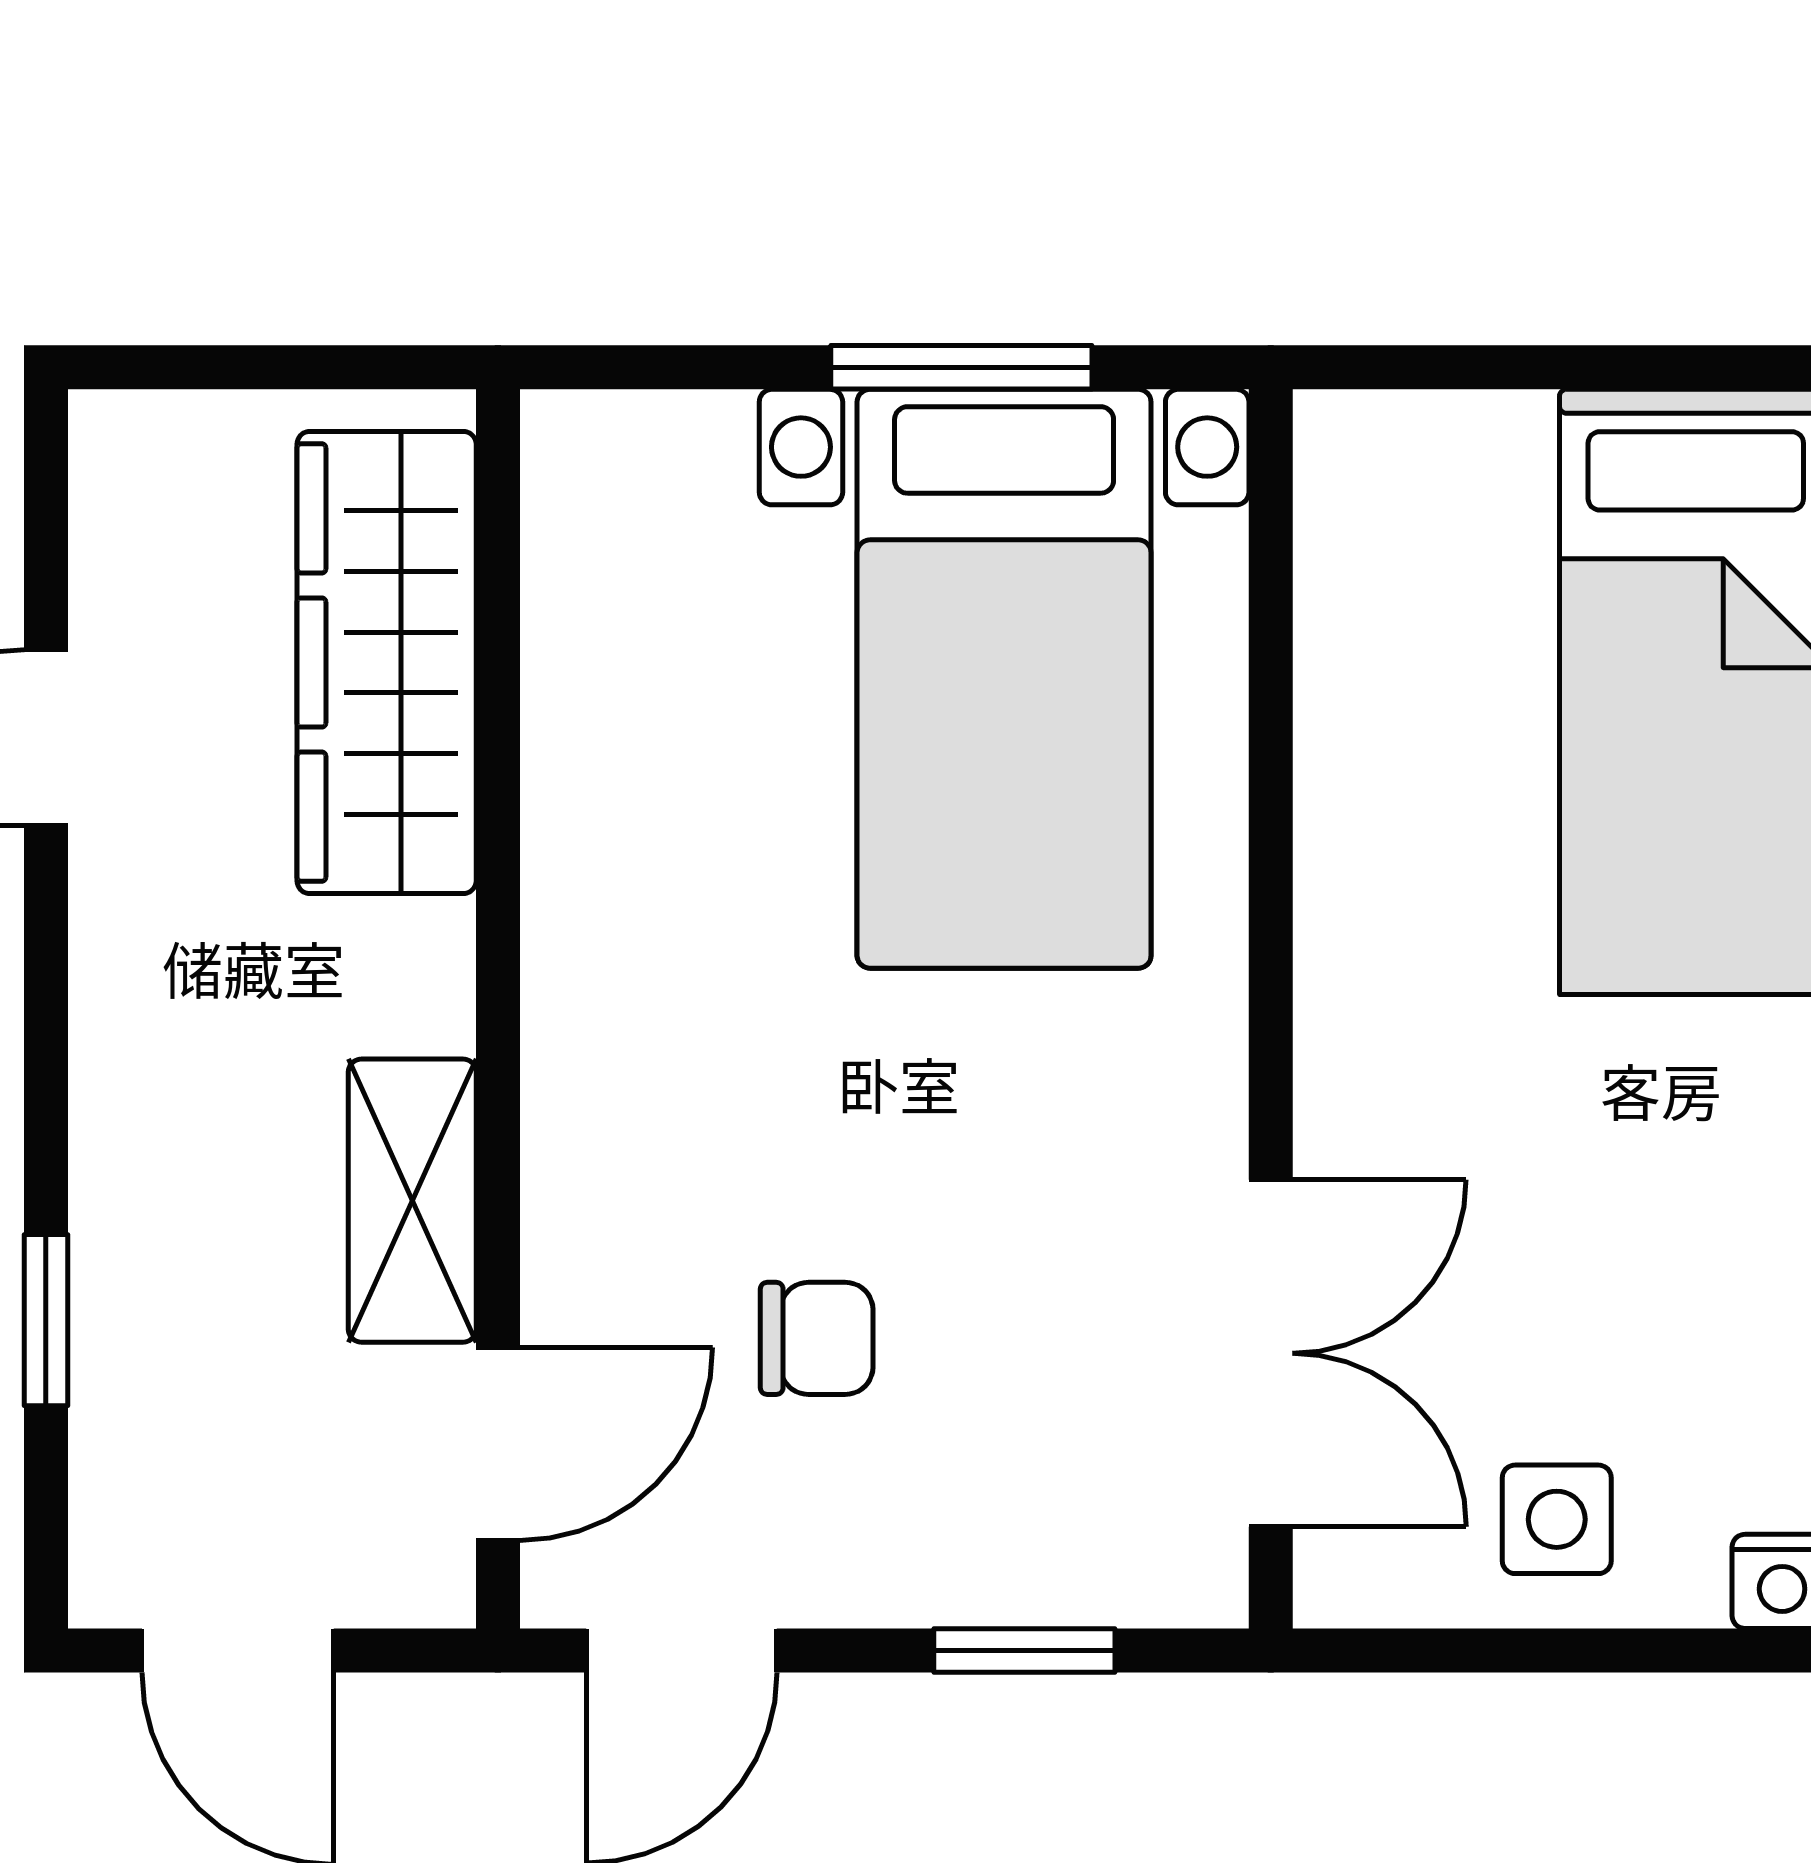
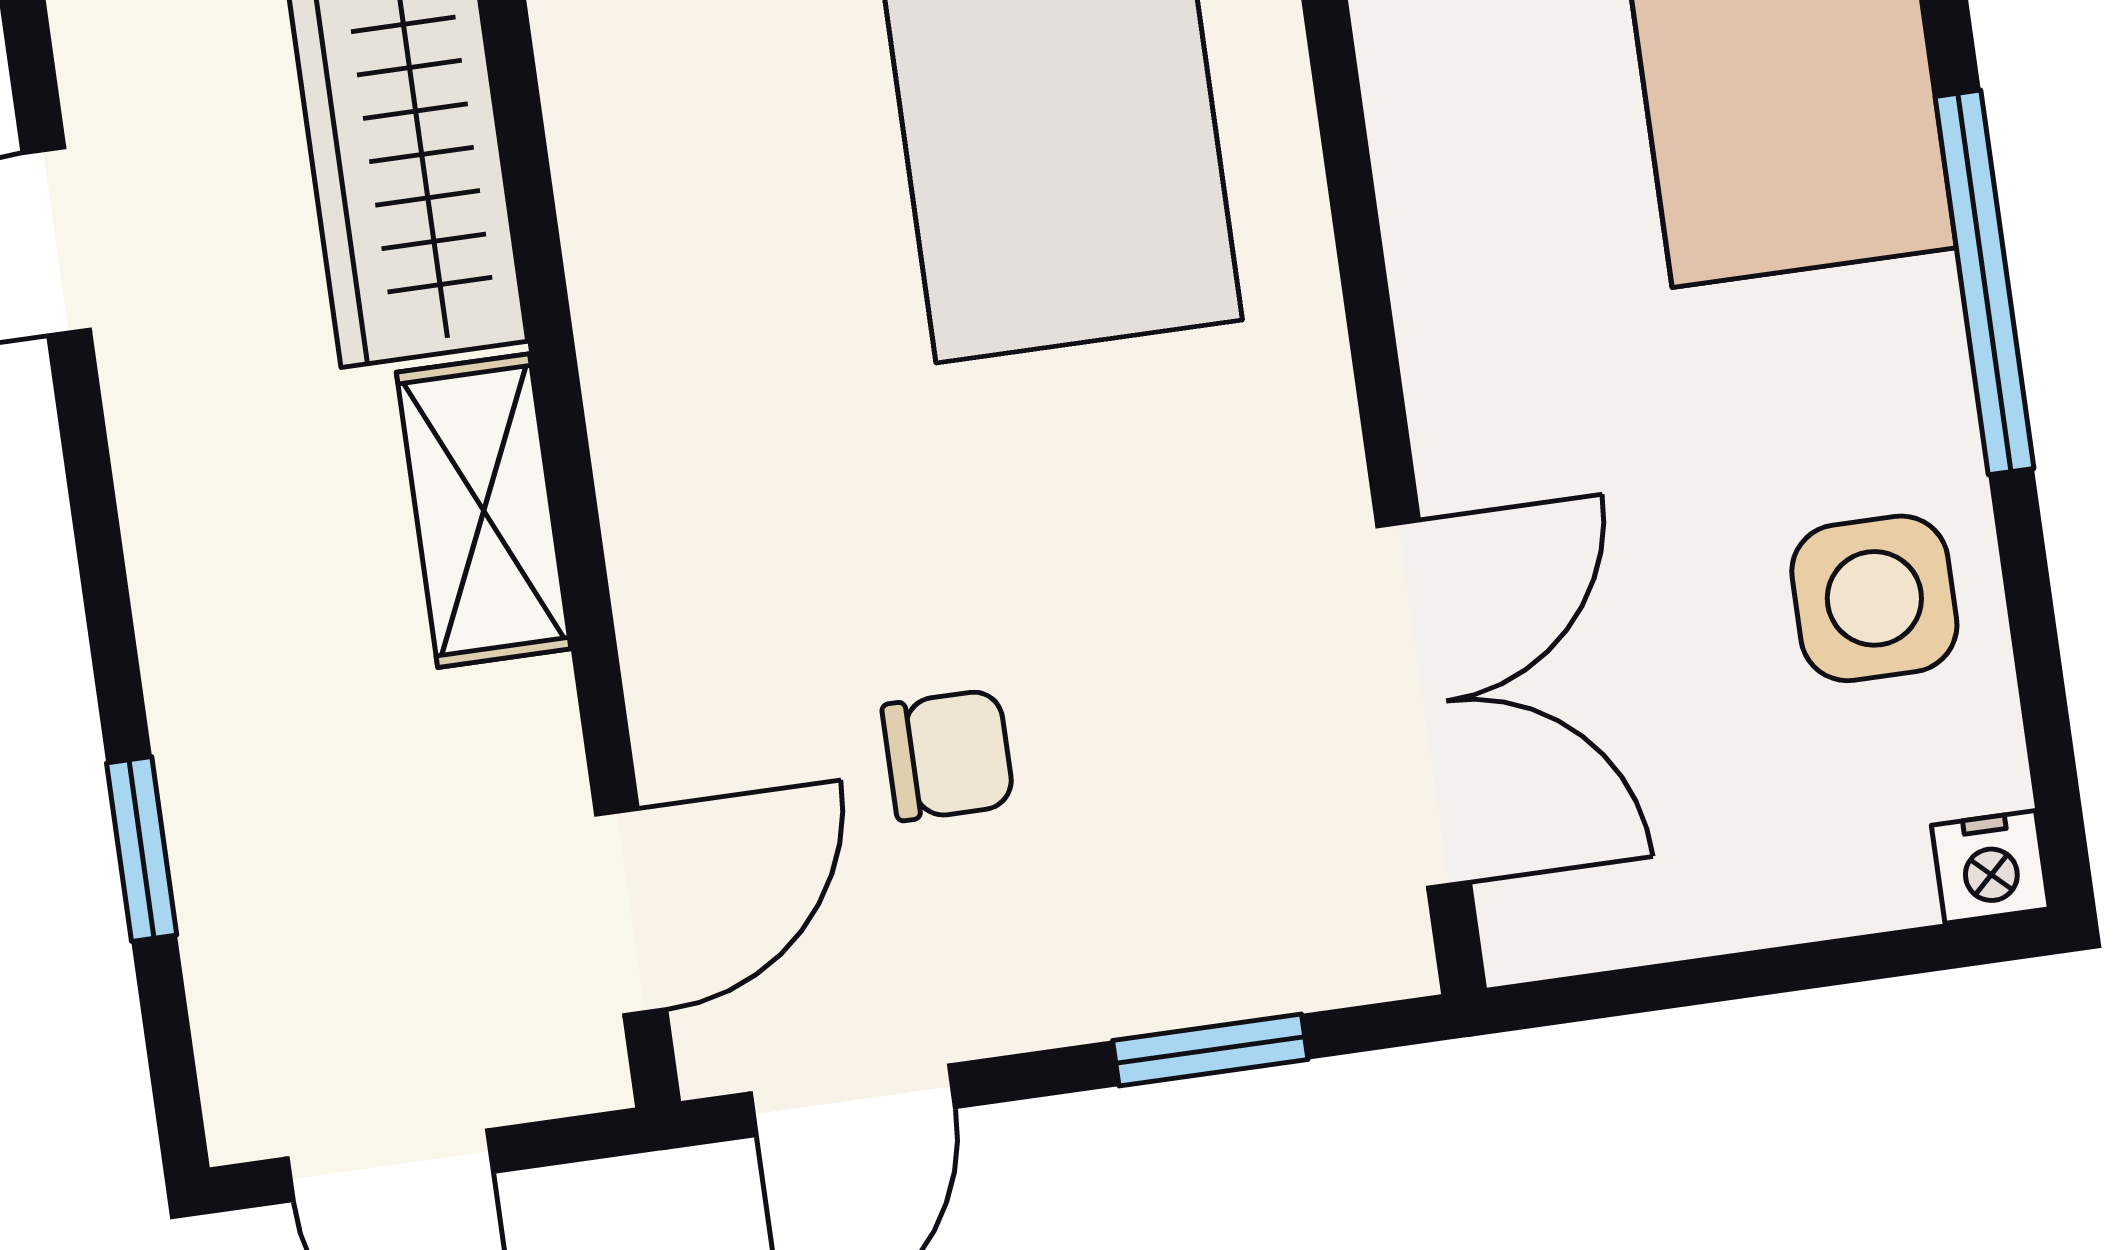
shelving: (412, 1201) -> (484, 511), moved
side table: (1557, 1519) -> (1874, 598), moved, width x1.37, depth x1.37

